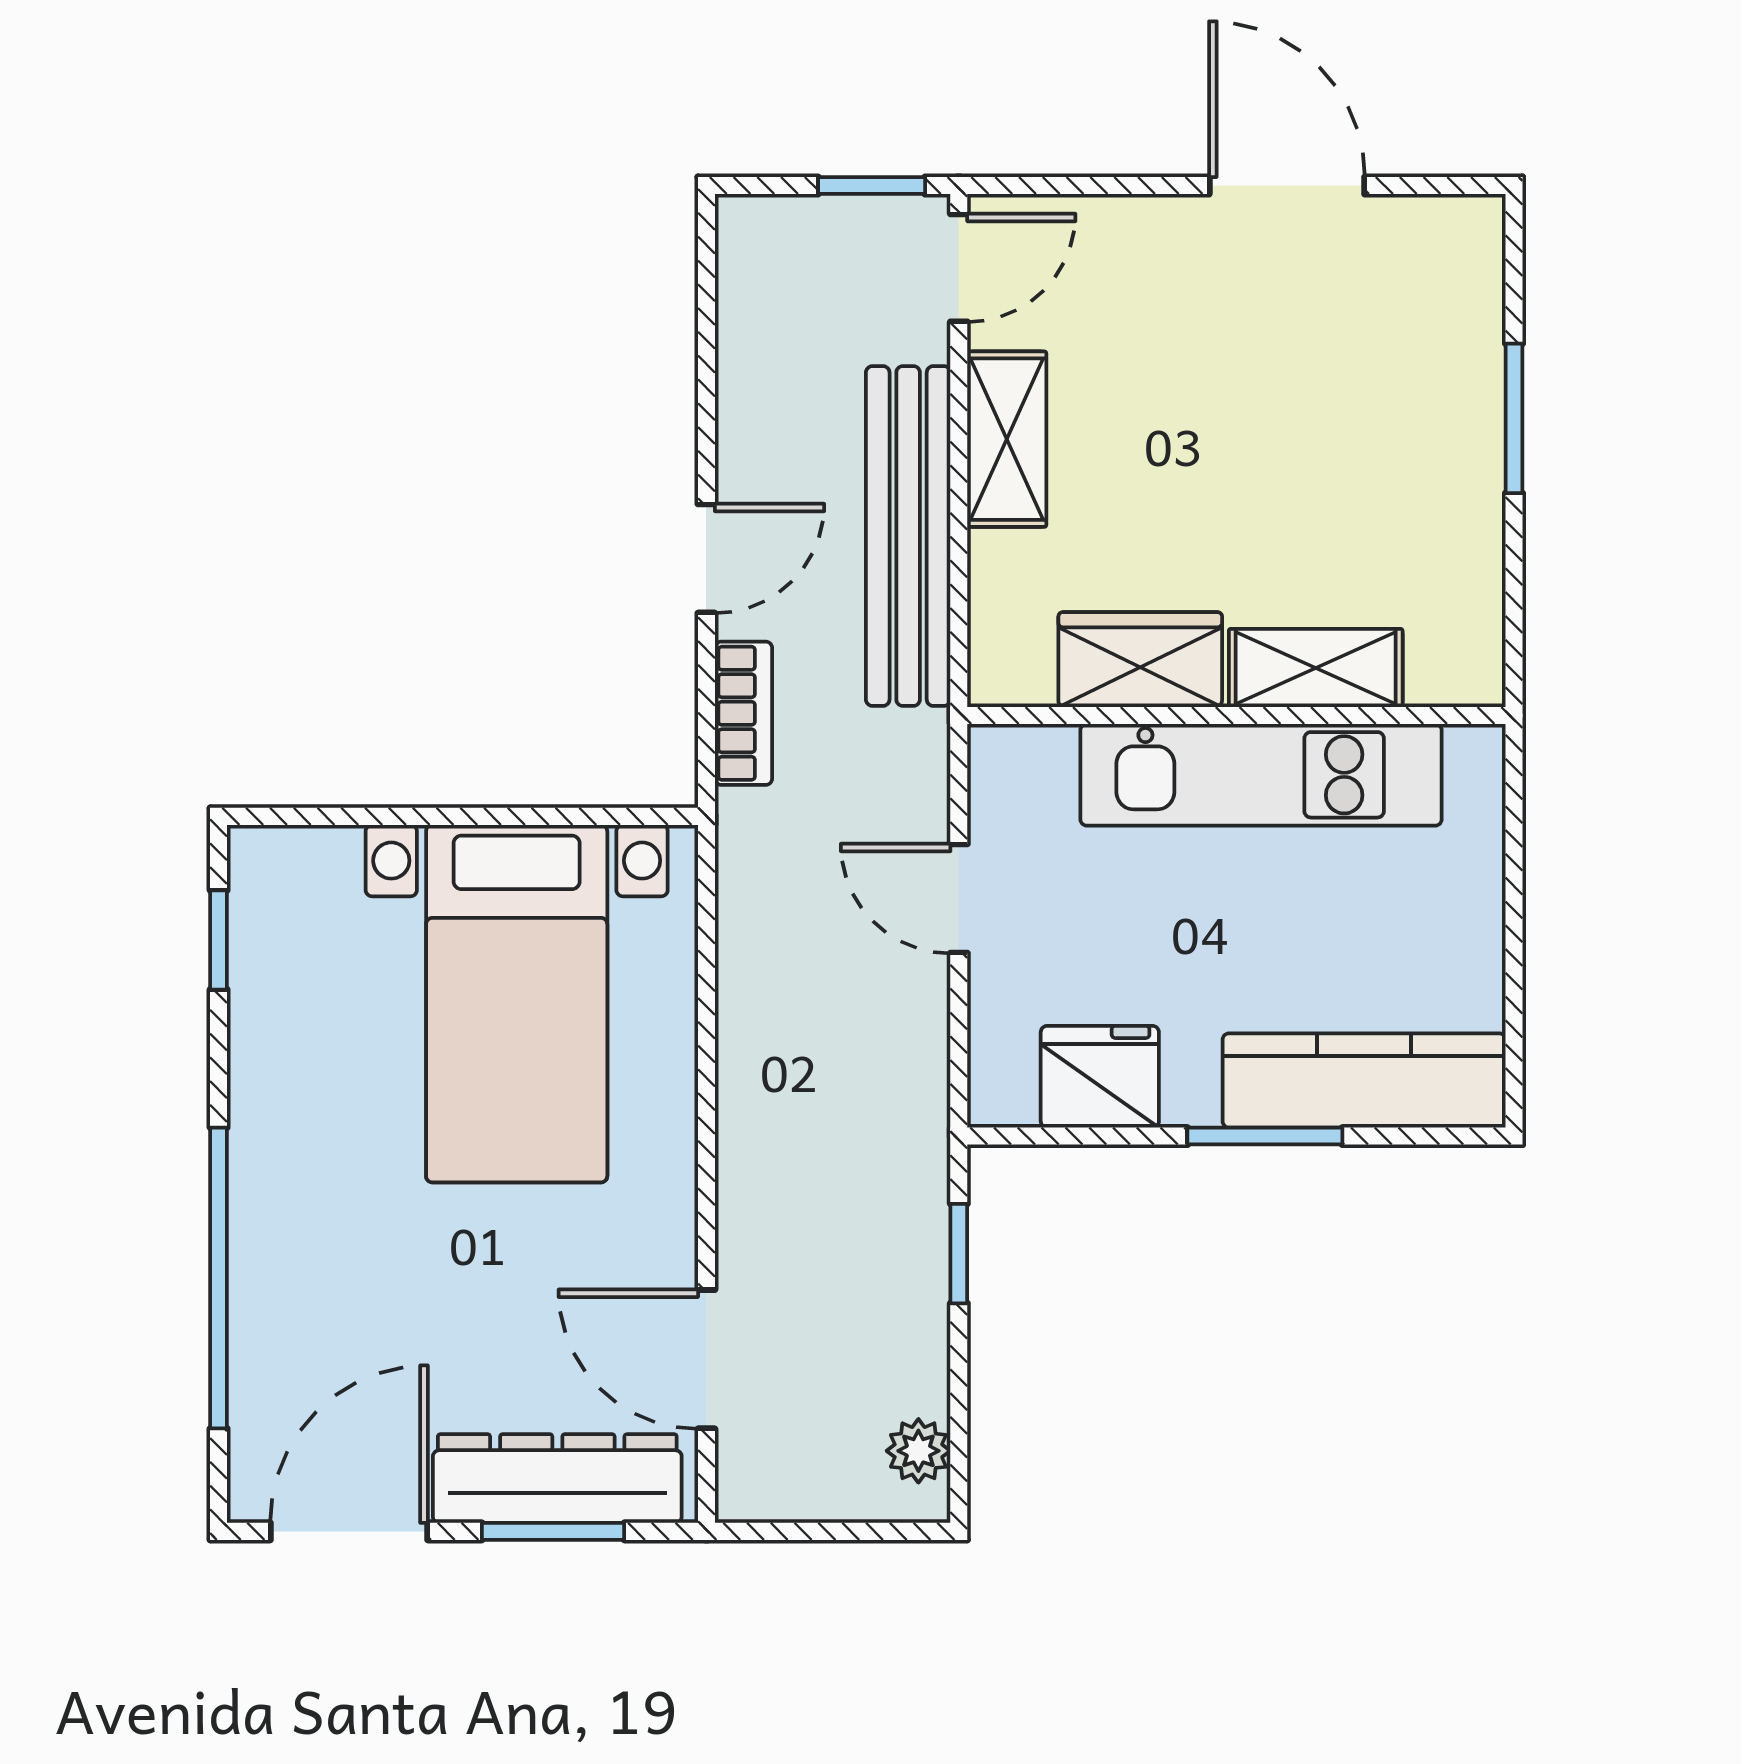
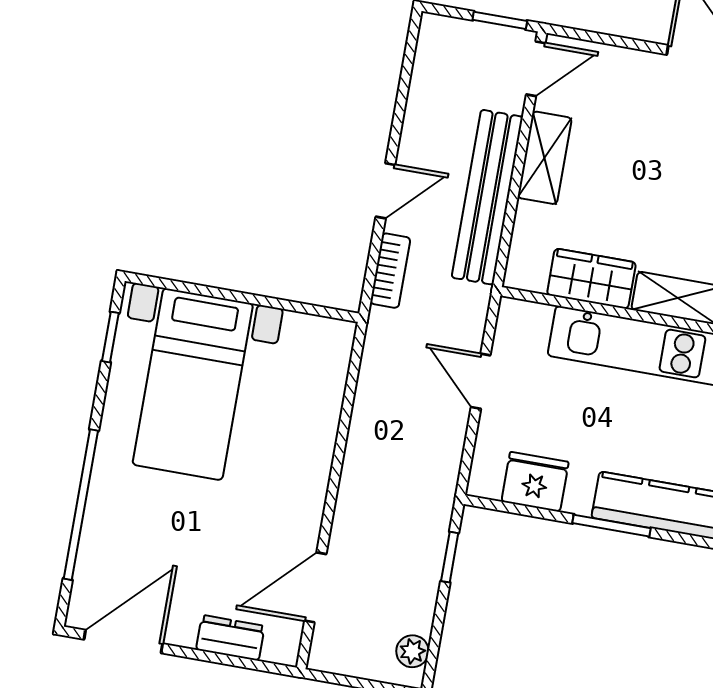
bed with nightstands: (517, 1004) -> (193, 384), moved
door: (706, 1359) -> (315, 587), hinge flipped
dresser: (557, 1479) -> (230, 638), width x0.51, depth x0.80
window: (553, 1531) -> (224, 659), removed

